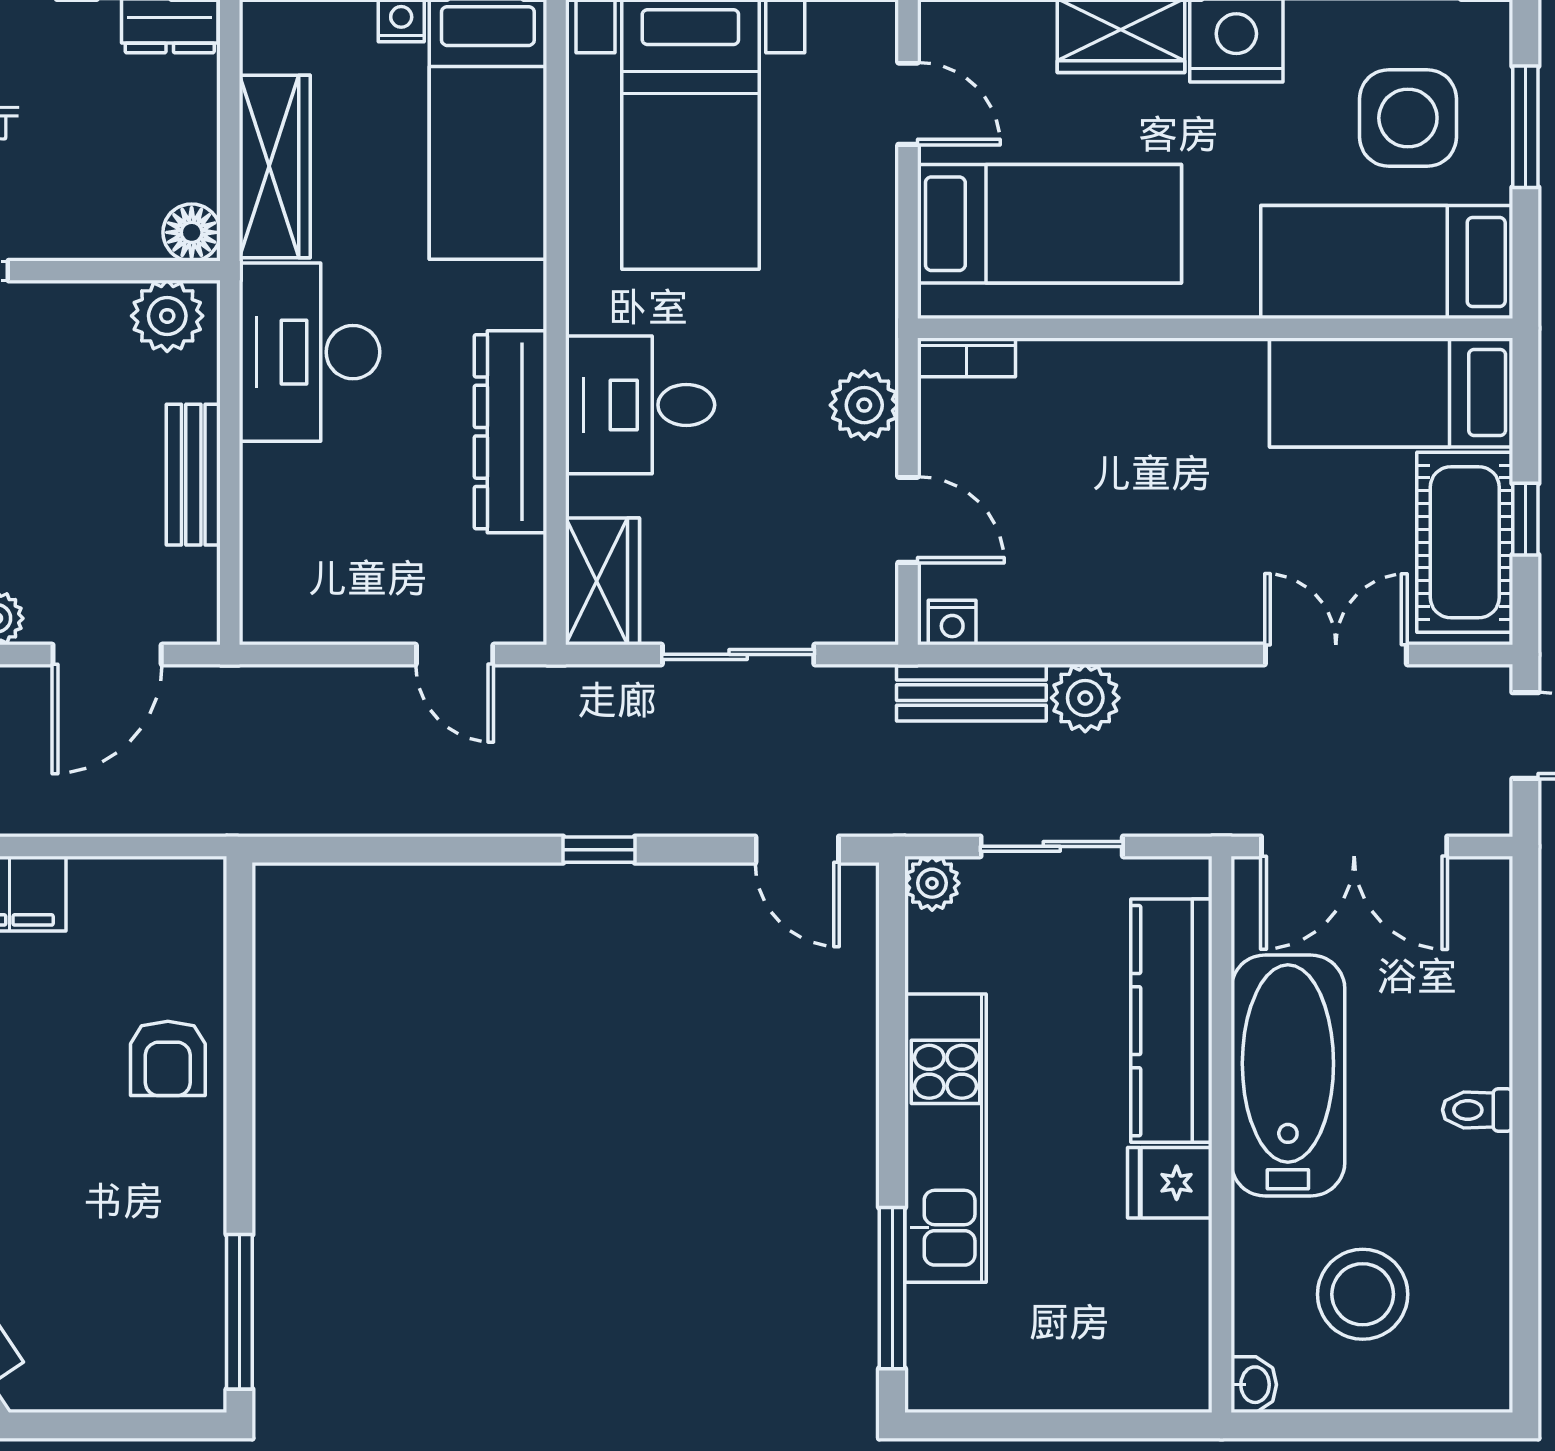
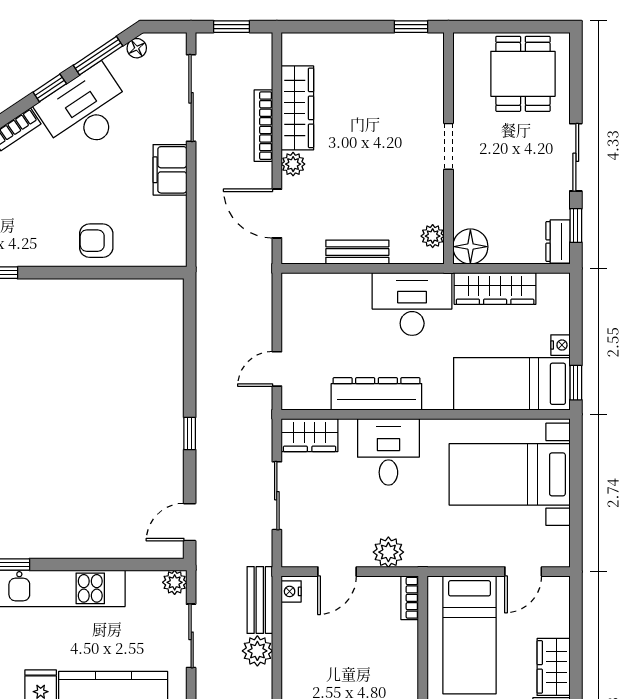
floor lamp: (192, 232) -> (470, 247), width x1.38, depth x1.38
plant: (167, 316) -> (433, 236), width x0.73, depth x0.73

